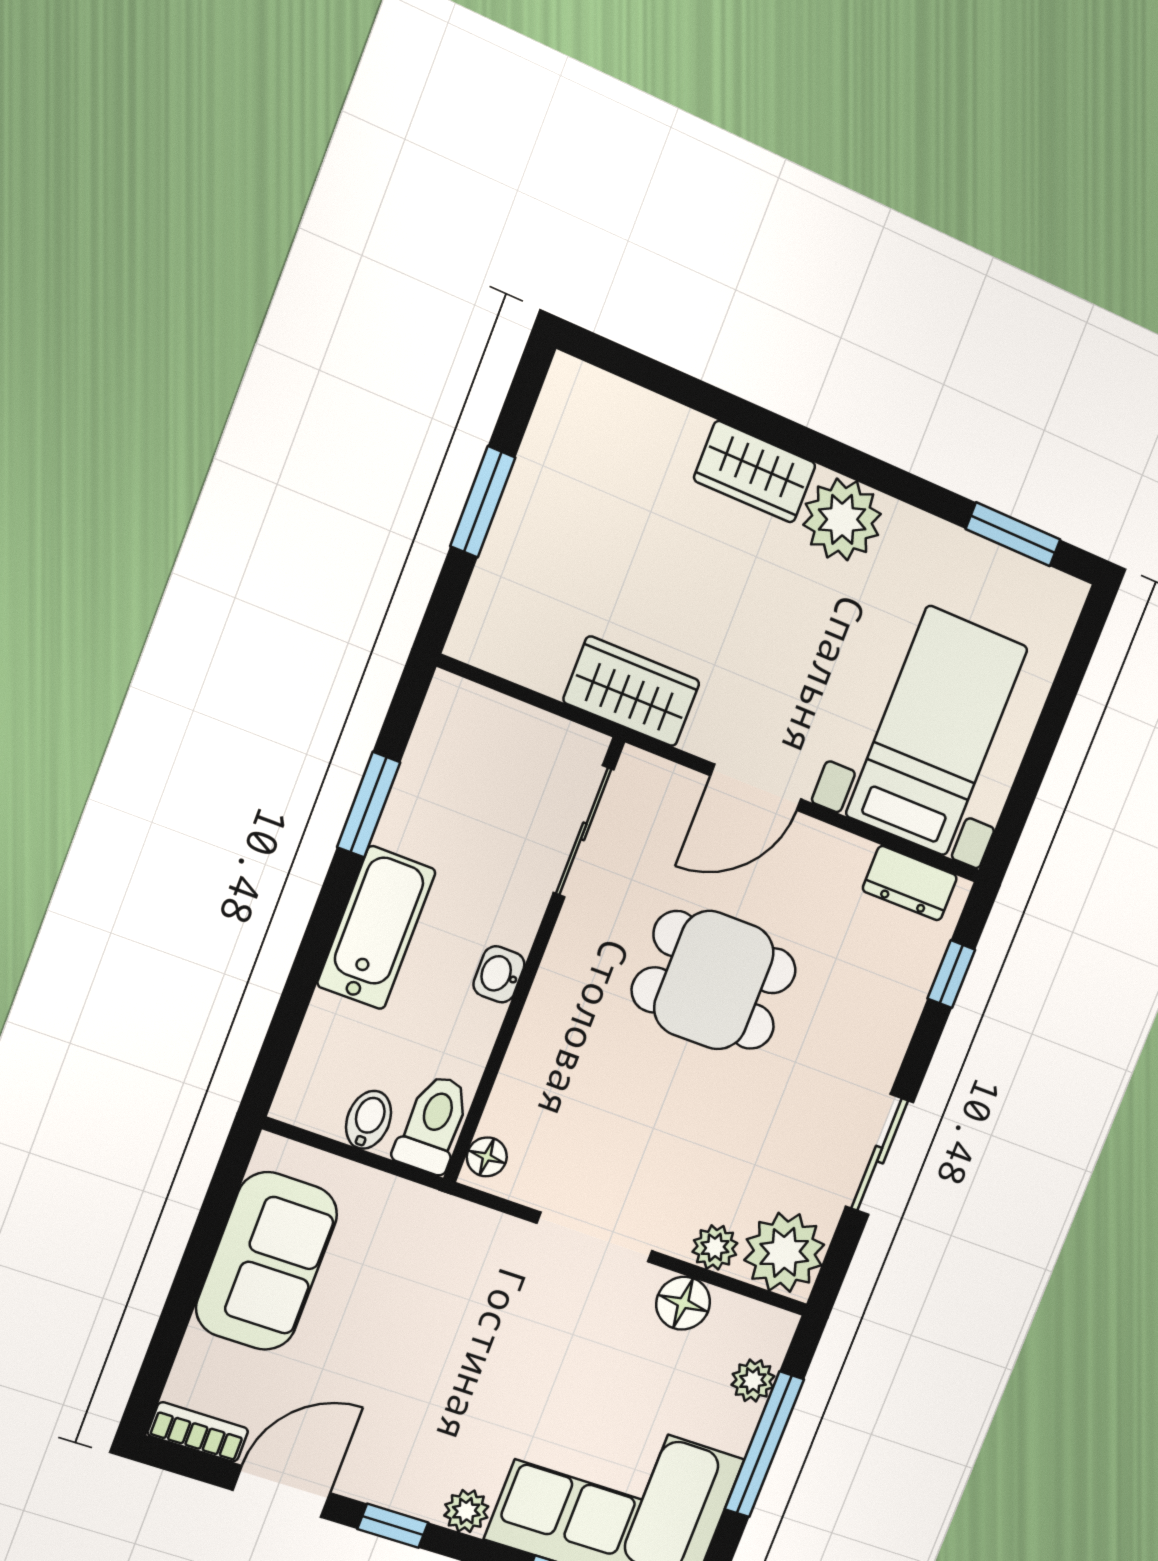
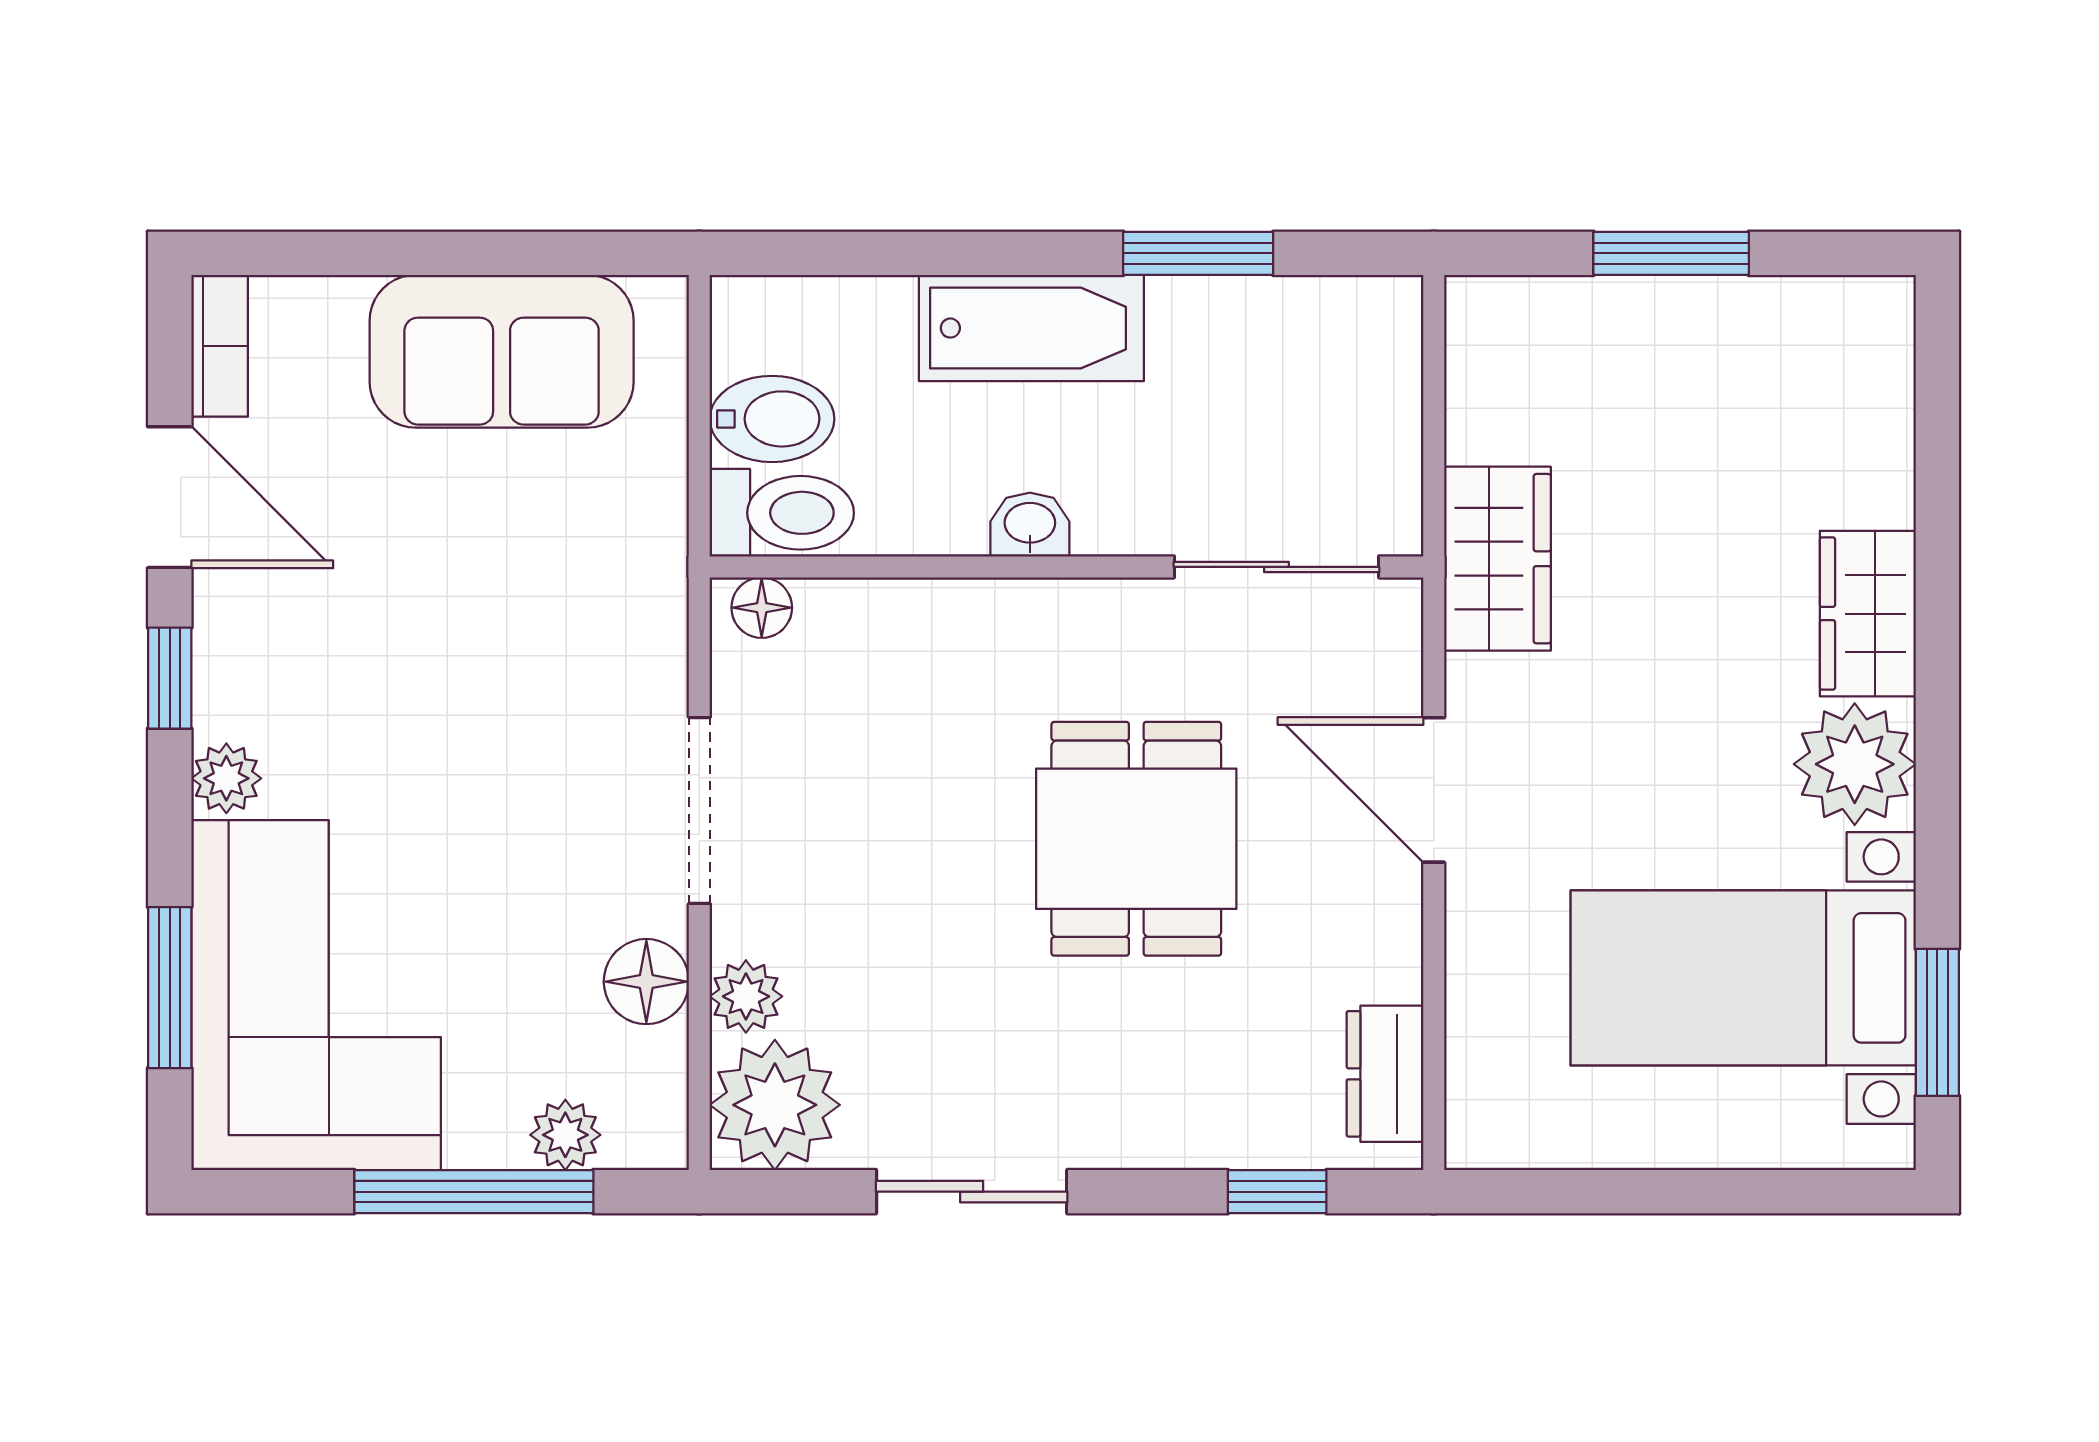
bed with nightstands: (937, 731) -> (1743, 978), moved, turned 180
bidet: (368, 1120) -> (772, 419), width x1.38, depth x1.36

